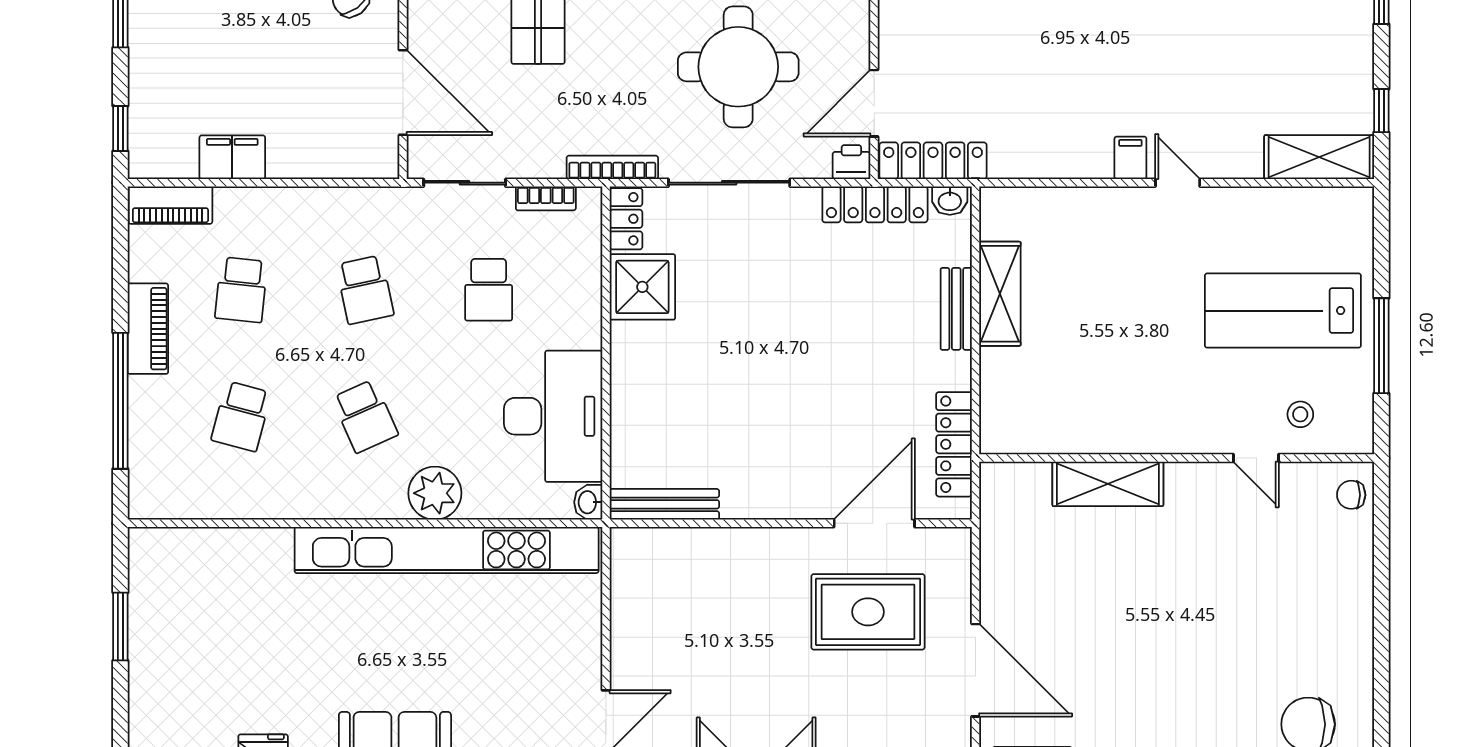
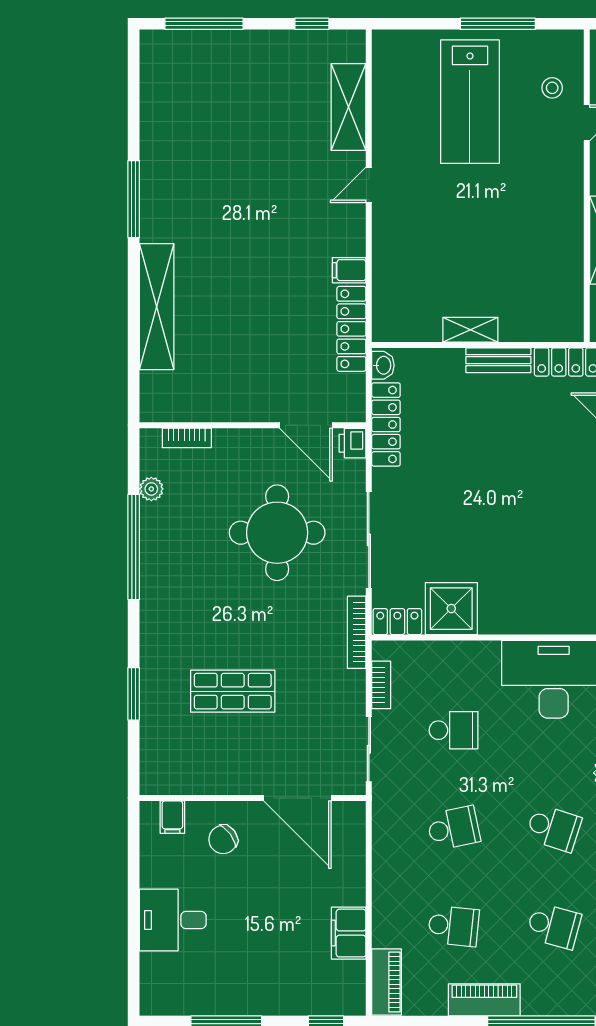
door: (403, 93) -> (297, 798), swing flipped
shelving: (1319, 157) -> (349, 107), moved
filing cabinet: (1130, 158) -> (349, 270), moved
locker: (933, 161) -> (351, 329), moved
shelving: (1000, 294) -> (470, 330), width x0.67, depth x0.75
bench: (956, 309) -> (498, 360), moved
school desk: (365, 416) -> (554, 828), turned 42

